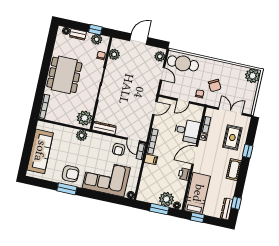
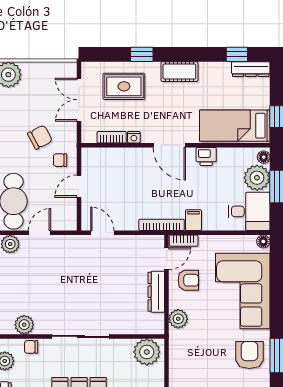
door: (183, 101) -> (79, 186), swing flipped
dresser: (104, 128) -> (156, 292), moved
desk: (187, 131) -> (249, 211), moved, turned 90
plant: (82, 135) -> (178, 319), moved

